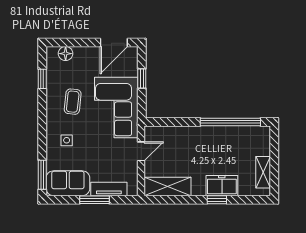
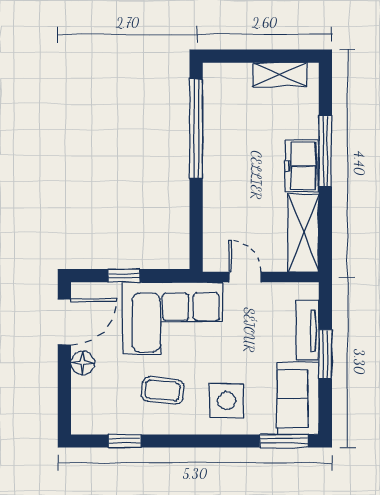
door: (114, 42) -> (64, 322), hinge flipped
floor lamp: (66, 54) -> (83, 363), moved
side table: (67, 140) -> (227, 401), width x1.87, depth x1.87
freezer: (222, 186) -> (302, 166), moved
window: (217, 200) -> (325, 151), width x2.17

